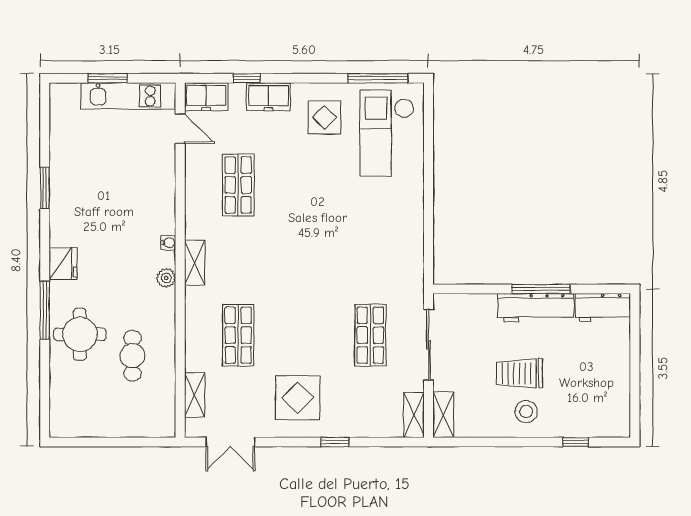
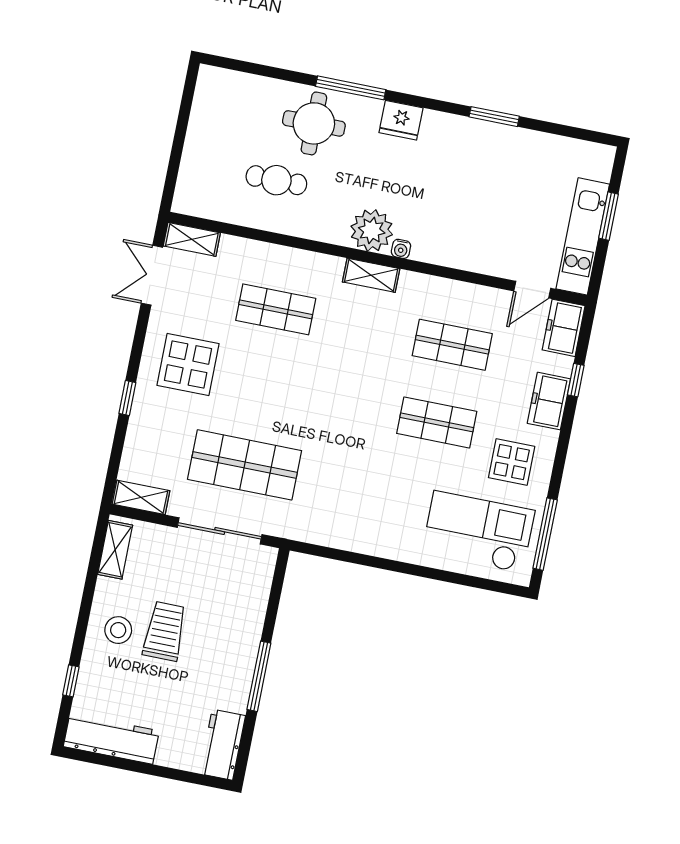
shop shelf: (304, 185) -> (437, 422), added
plant: (166, 278) -> (372, 230), width x1.88, depth x1.88
workbench: (536, 308) -> (111, 739), moved, turned 90
shop shelf: (370, 335) -> (245, 465), width x1.43, depth x1.36
shelving: (195, 395) -> (192, 239), moved
shelving: (443, 415) -> (115, 550), moved, turned 90

